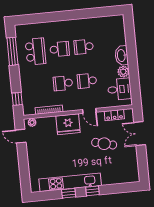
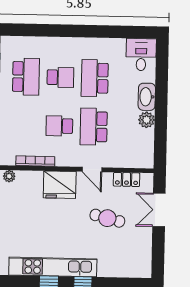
school desk: (84, 47) -> (95, 78), width x1.85
school desk: (87, 81) -> (94, 127), width x1.85
desk: (119, 89) -> (141, 55), moved, turned -90

